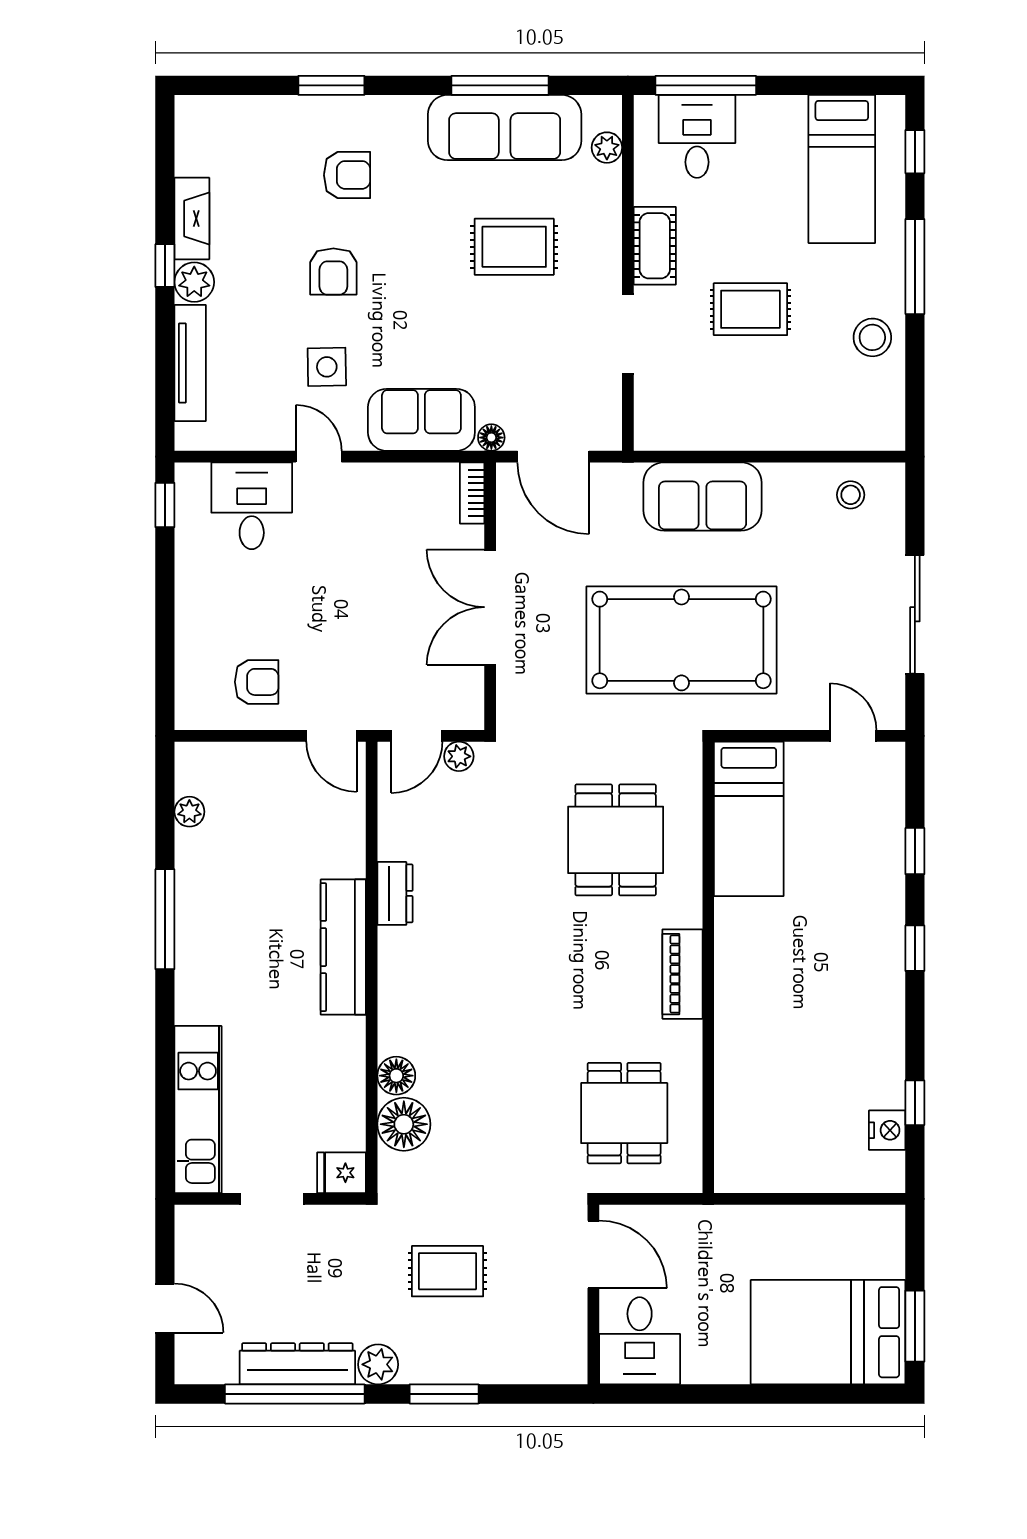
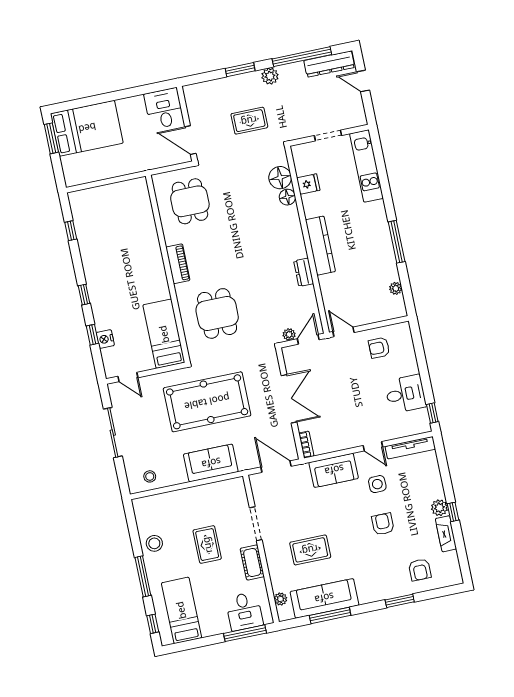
armchair: (347, 175) -> (420, 570), moved, turned -90
rug: (750, 309) -> (207, 545), turned 90
tv unit: (190, 363) -> (410, 448), moved, turned -90
floor lamp: (491, 438) -> (303, 469), removed
desk: (252, 506) -> (405, 394), moved, turned -90
nightstand: (887, 1130) -> (105, 339), moved
fridge: (342, 1173) -> (308, 184), moved
dresser: (297, 1364) -> (329, 64), moved

